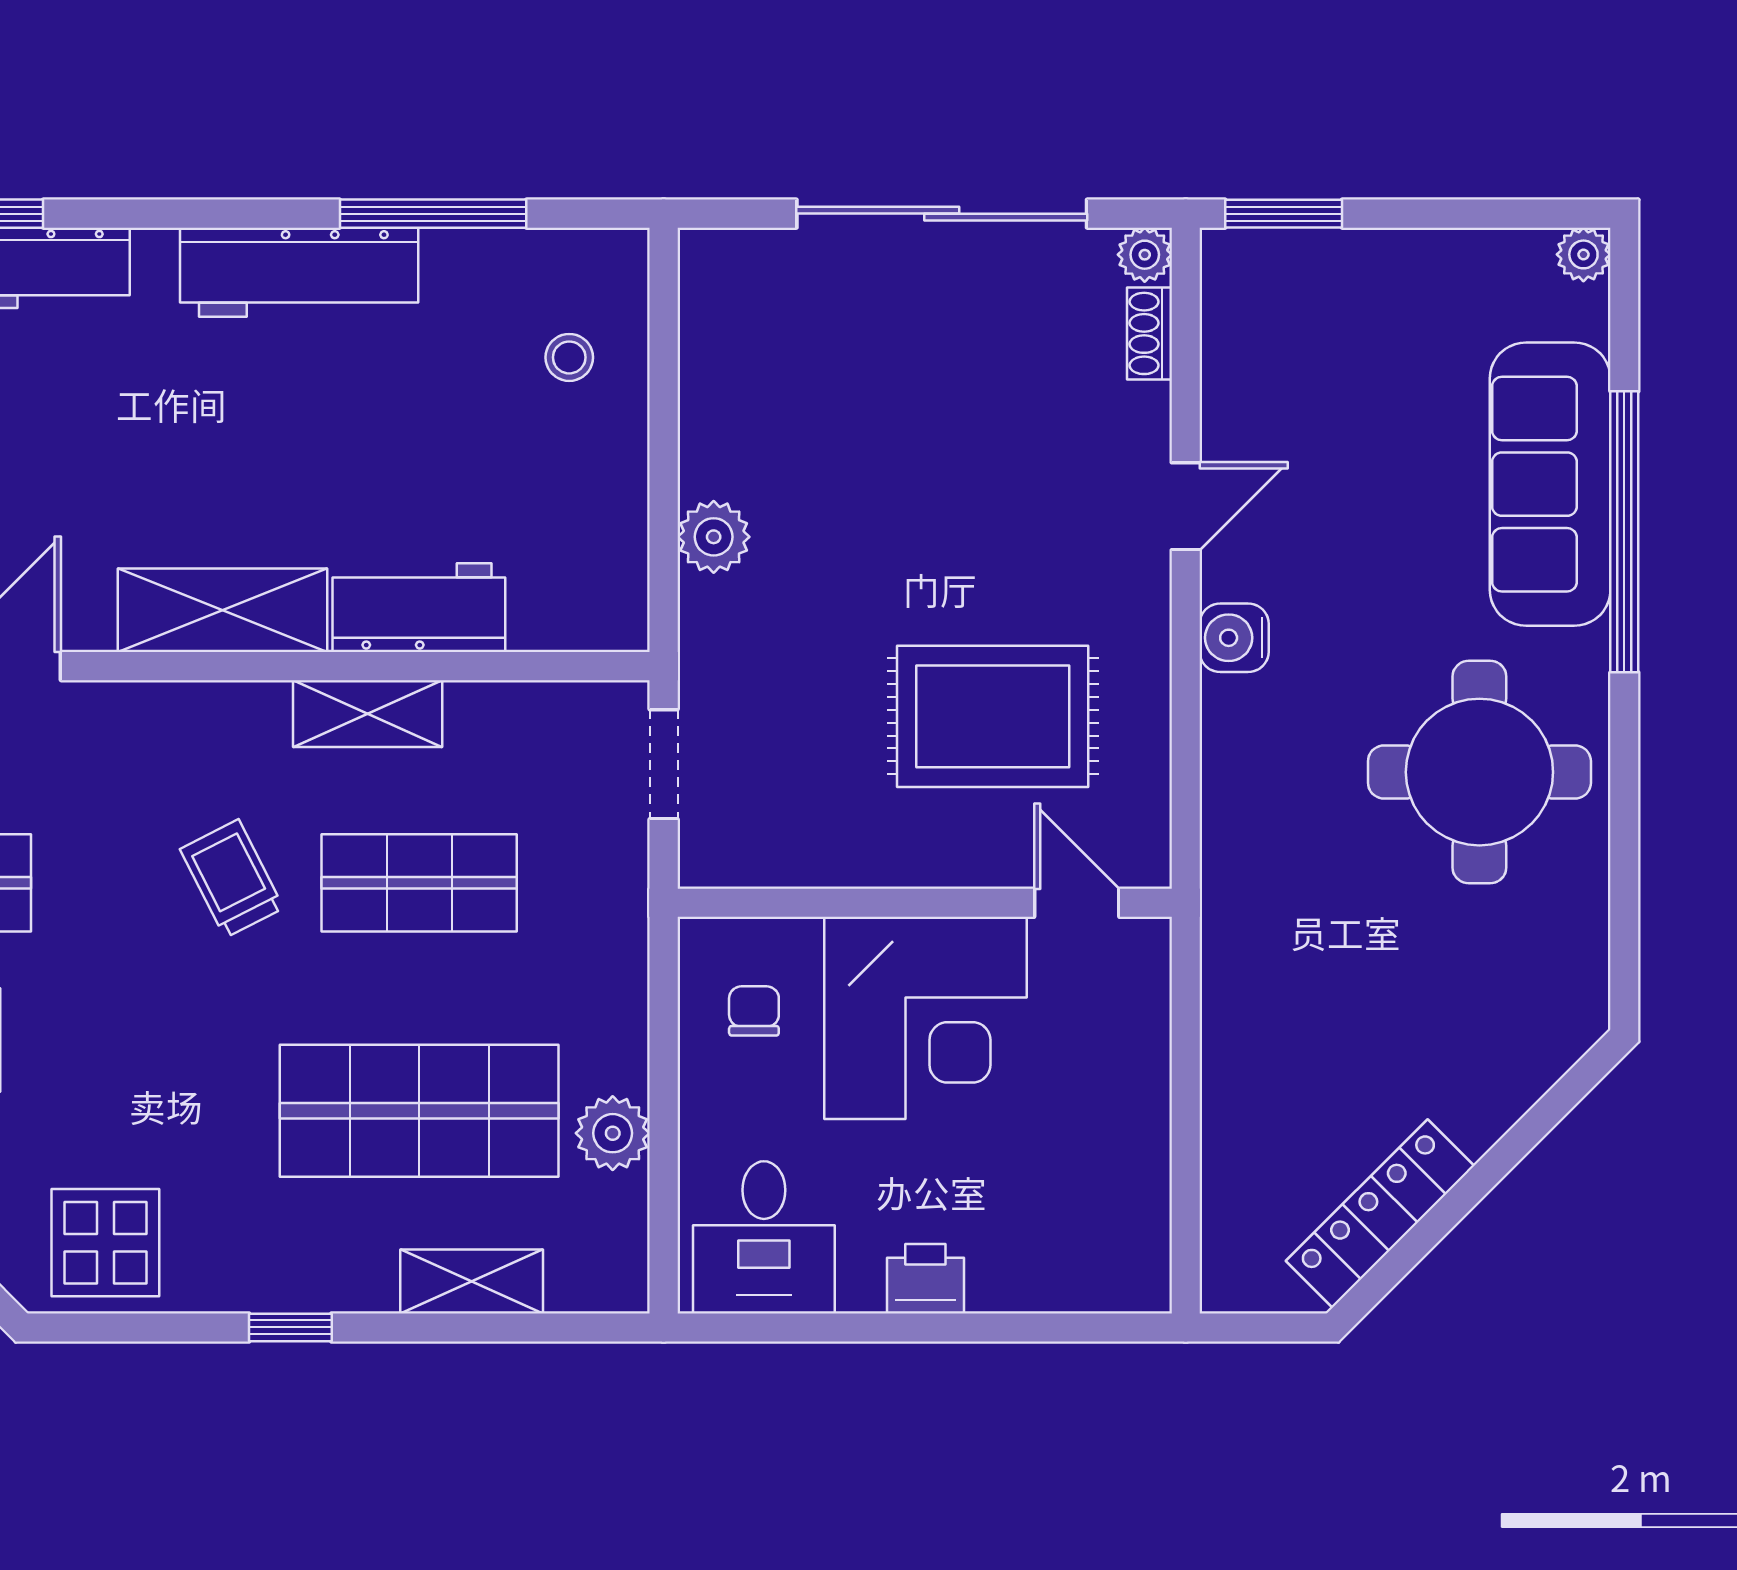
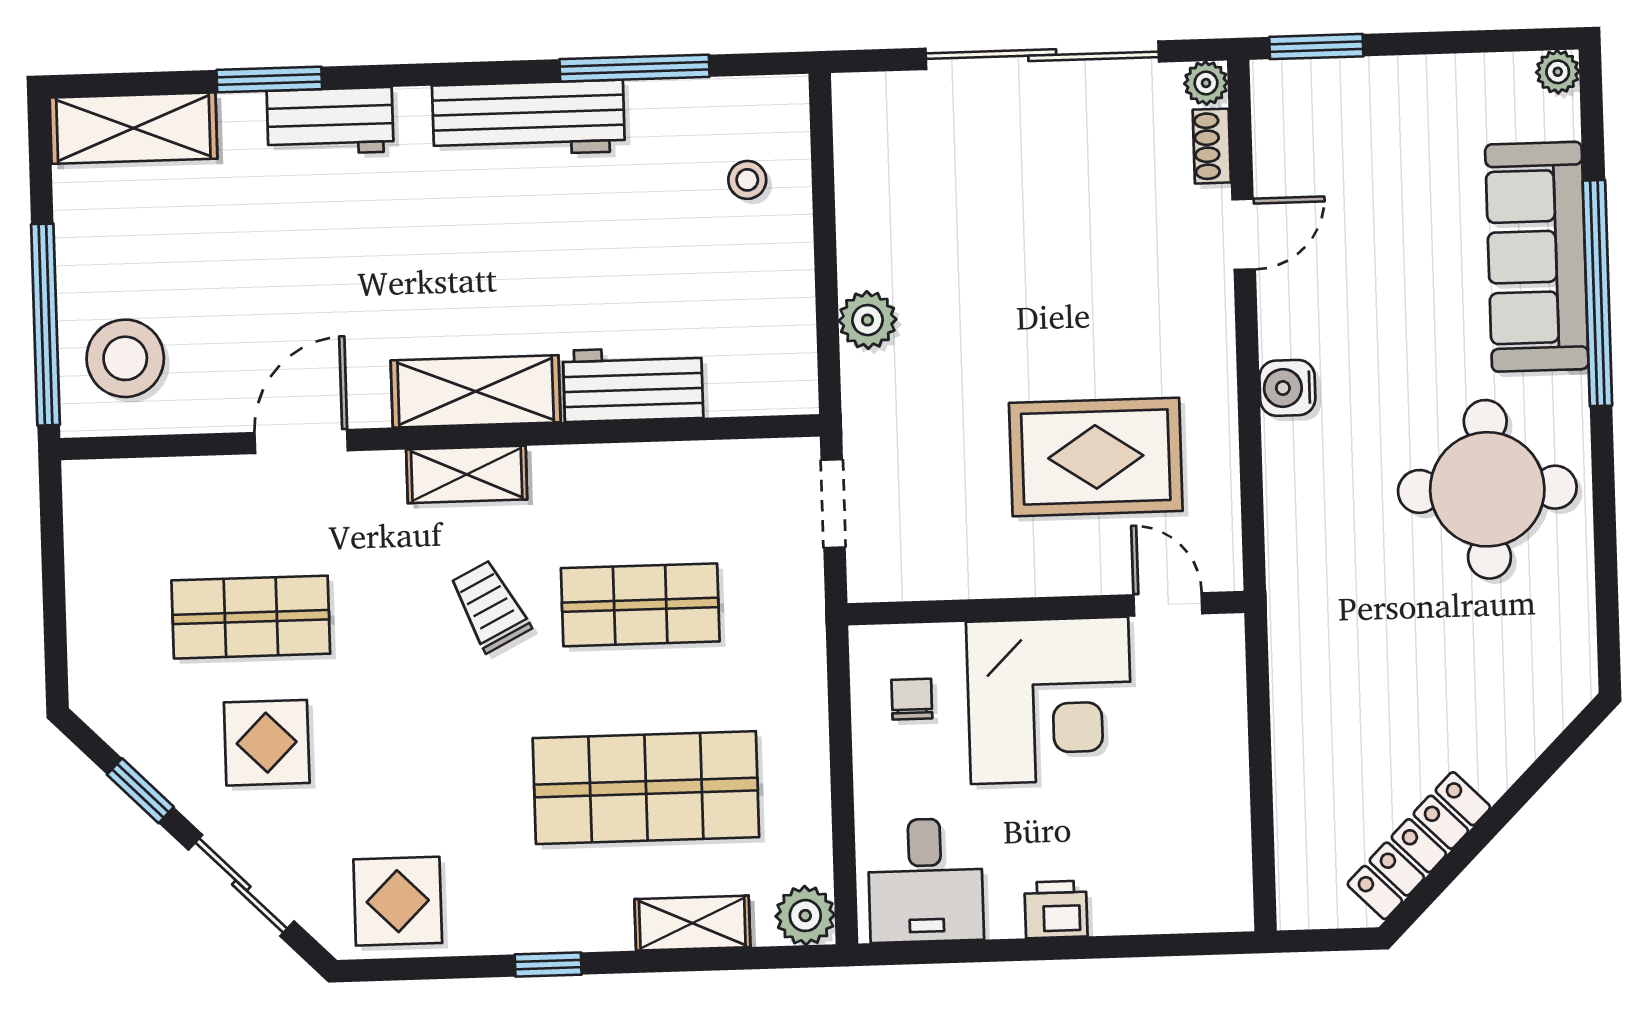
door: (1186, 506) -> (1244, 234), moved
shelving: (368, 714) -> (467, 474), moved
plant: (613, 1133) -> (805, 916), moved

